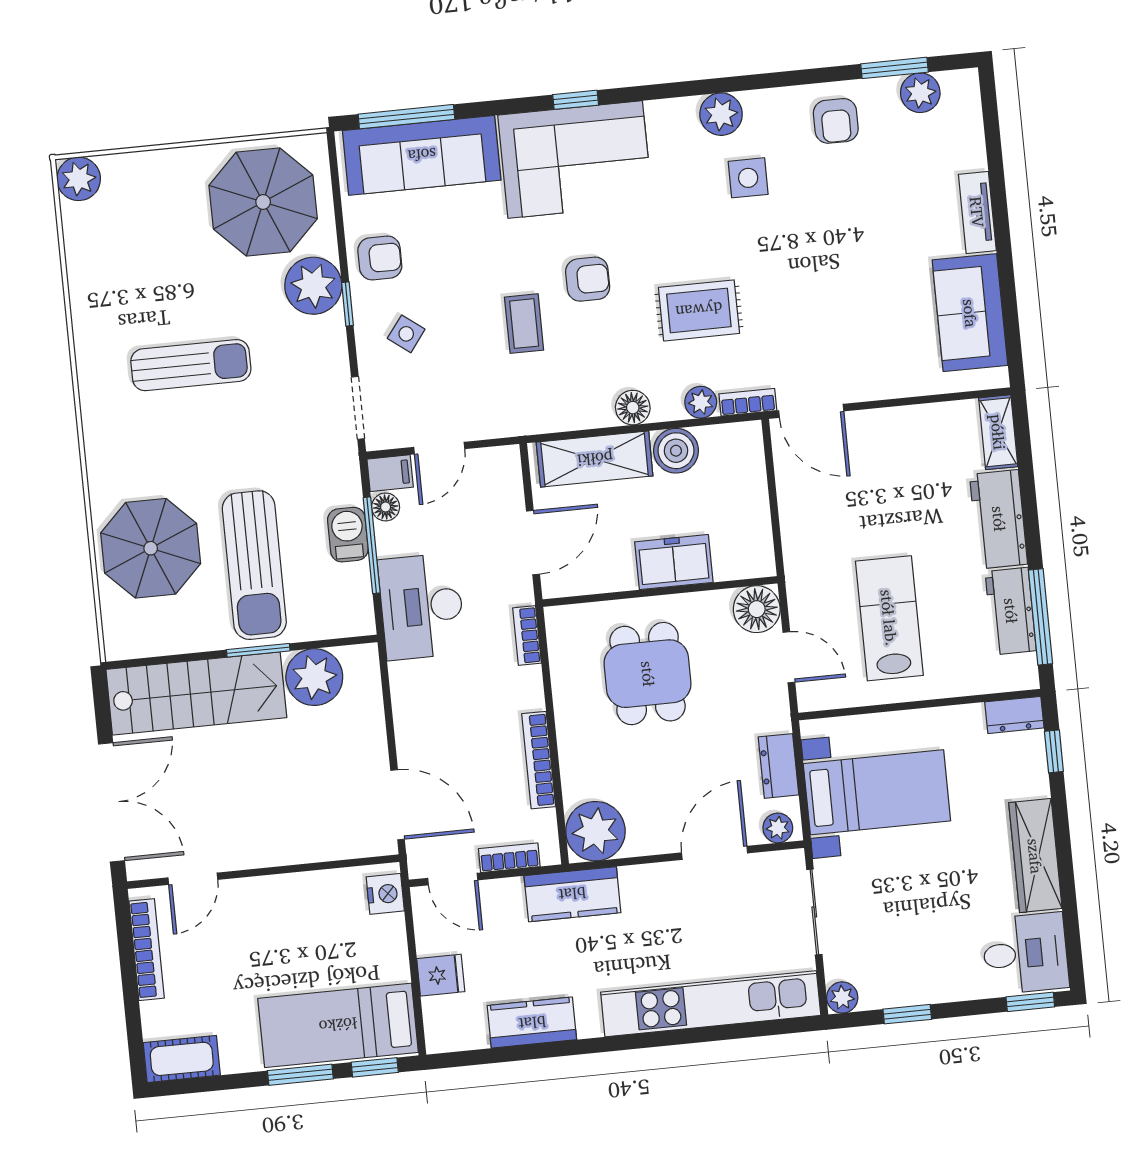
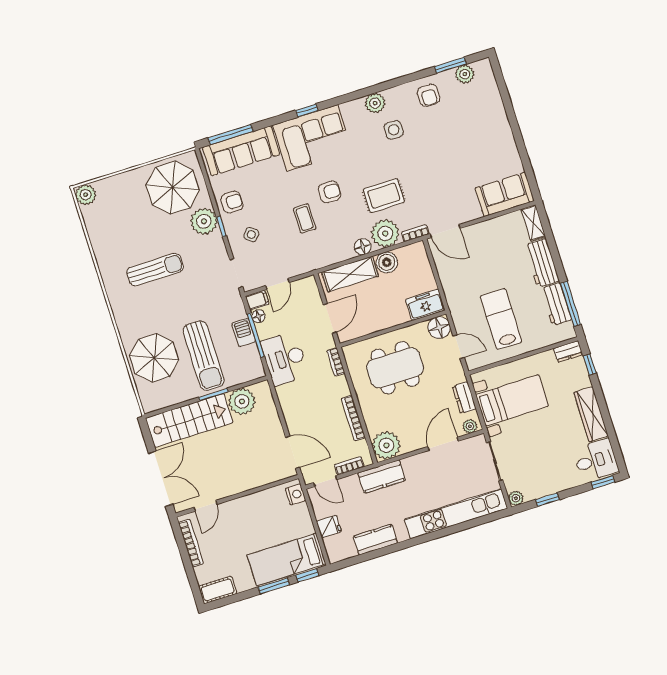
tv unit: (977, 212) -> (503, 124), removed
sofa: (970, 313) -> (505, 194), moved, turned 90
plant: (701, 402) -> (385, 233), width x1.88, depth x1.88
freezer: (674, 562) -> (425, 305), moved
dining table: (648, 674) -> (395, 368), width x1.38

